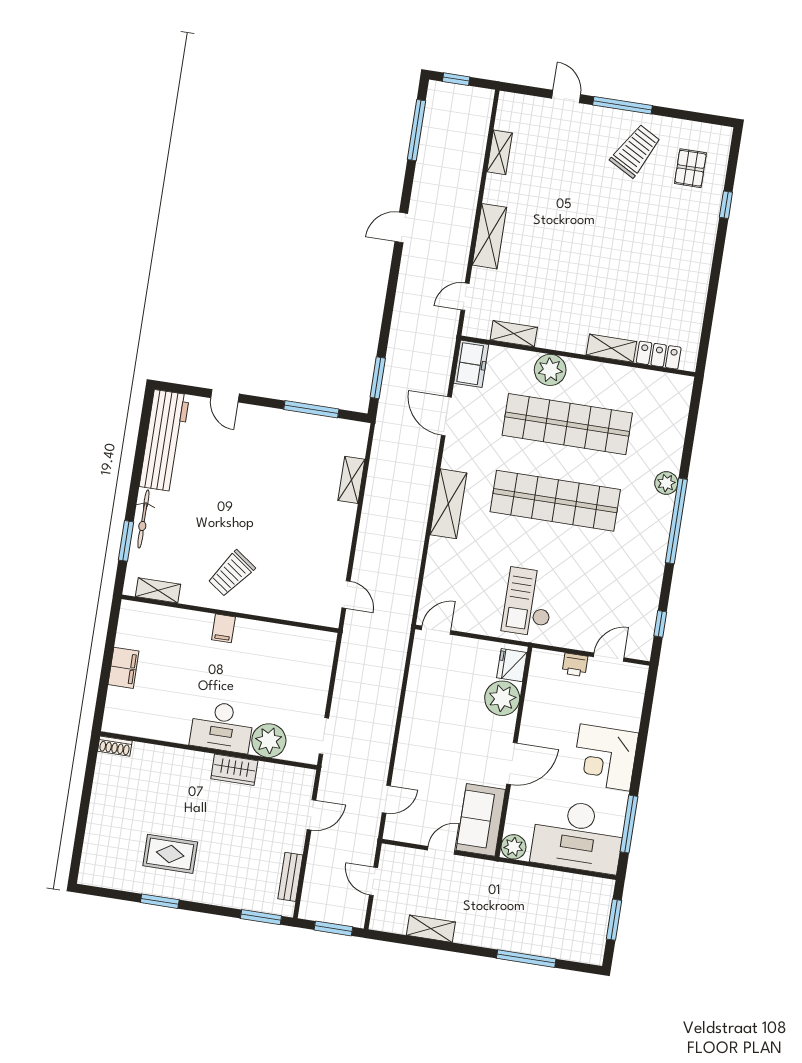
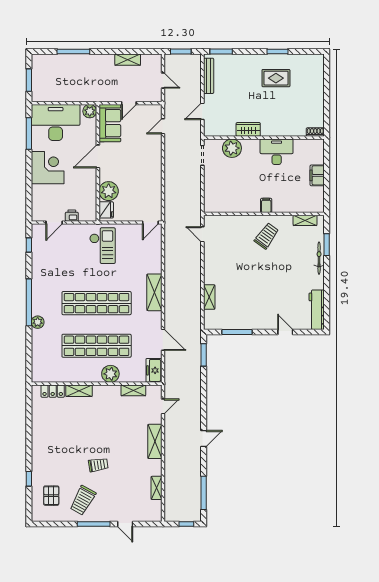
trolley: (598, 210) -> (98, 465), added
workbench: (164, 441) -> (317, 310), width x0.73, depth x0.76
desk: (222, 727) -> (277, 152), moved
bench: (290, 877) -> (209, 76), width x1.36

